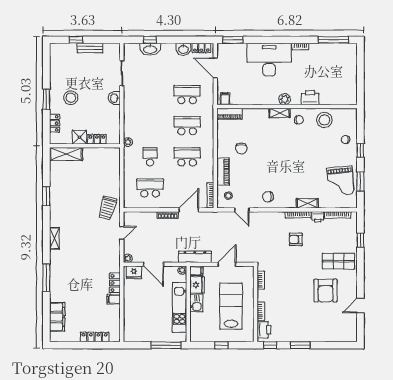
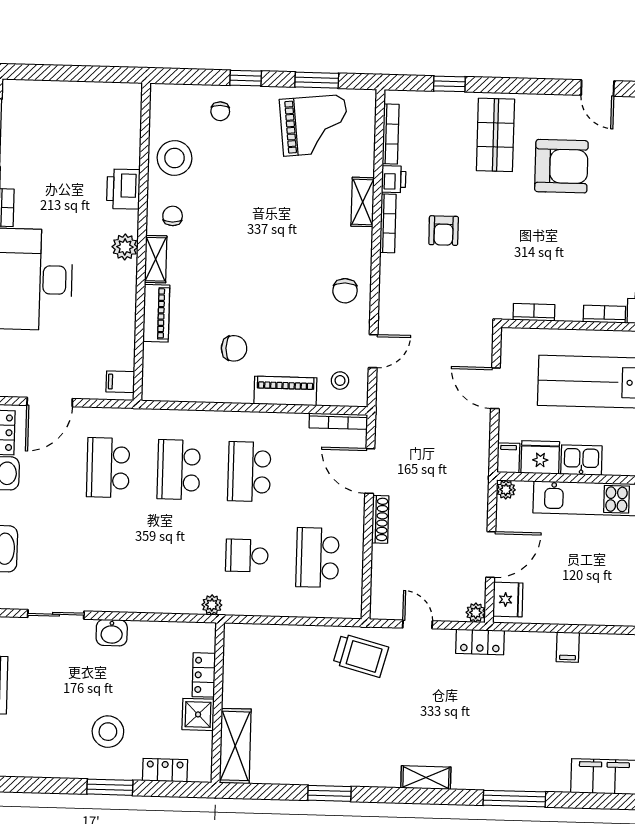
piano: (230, 114) -> (156, 313), moved
dresser: (195, 257) -> (477, 460), removed
locker: (115, 283) -> (480, 642), moved

